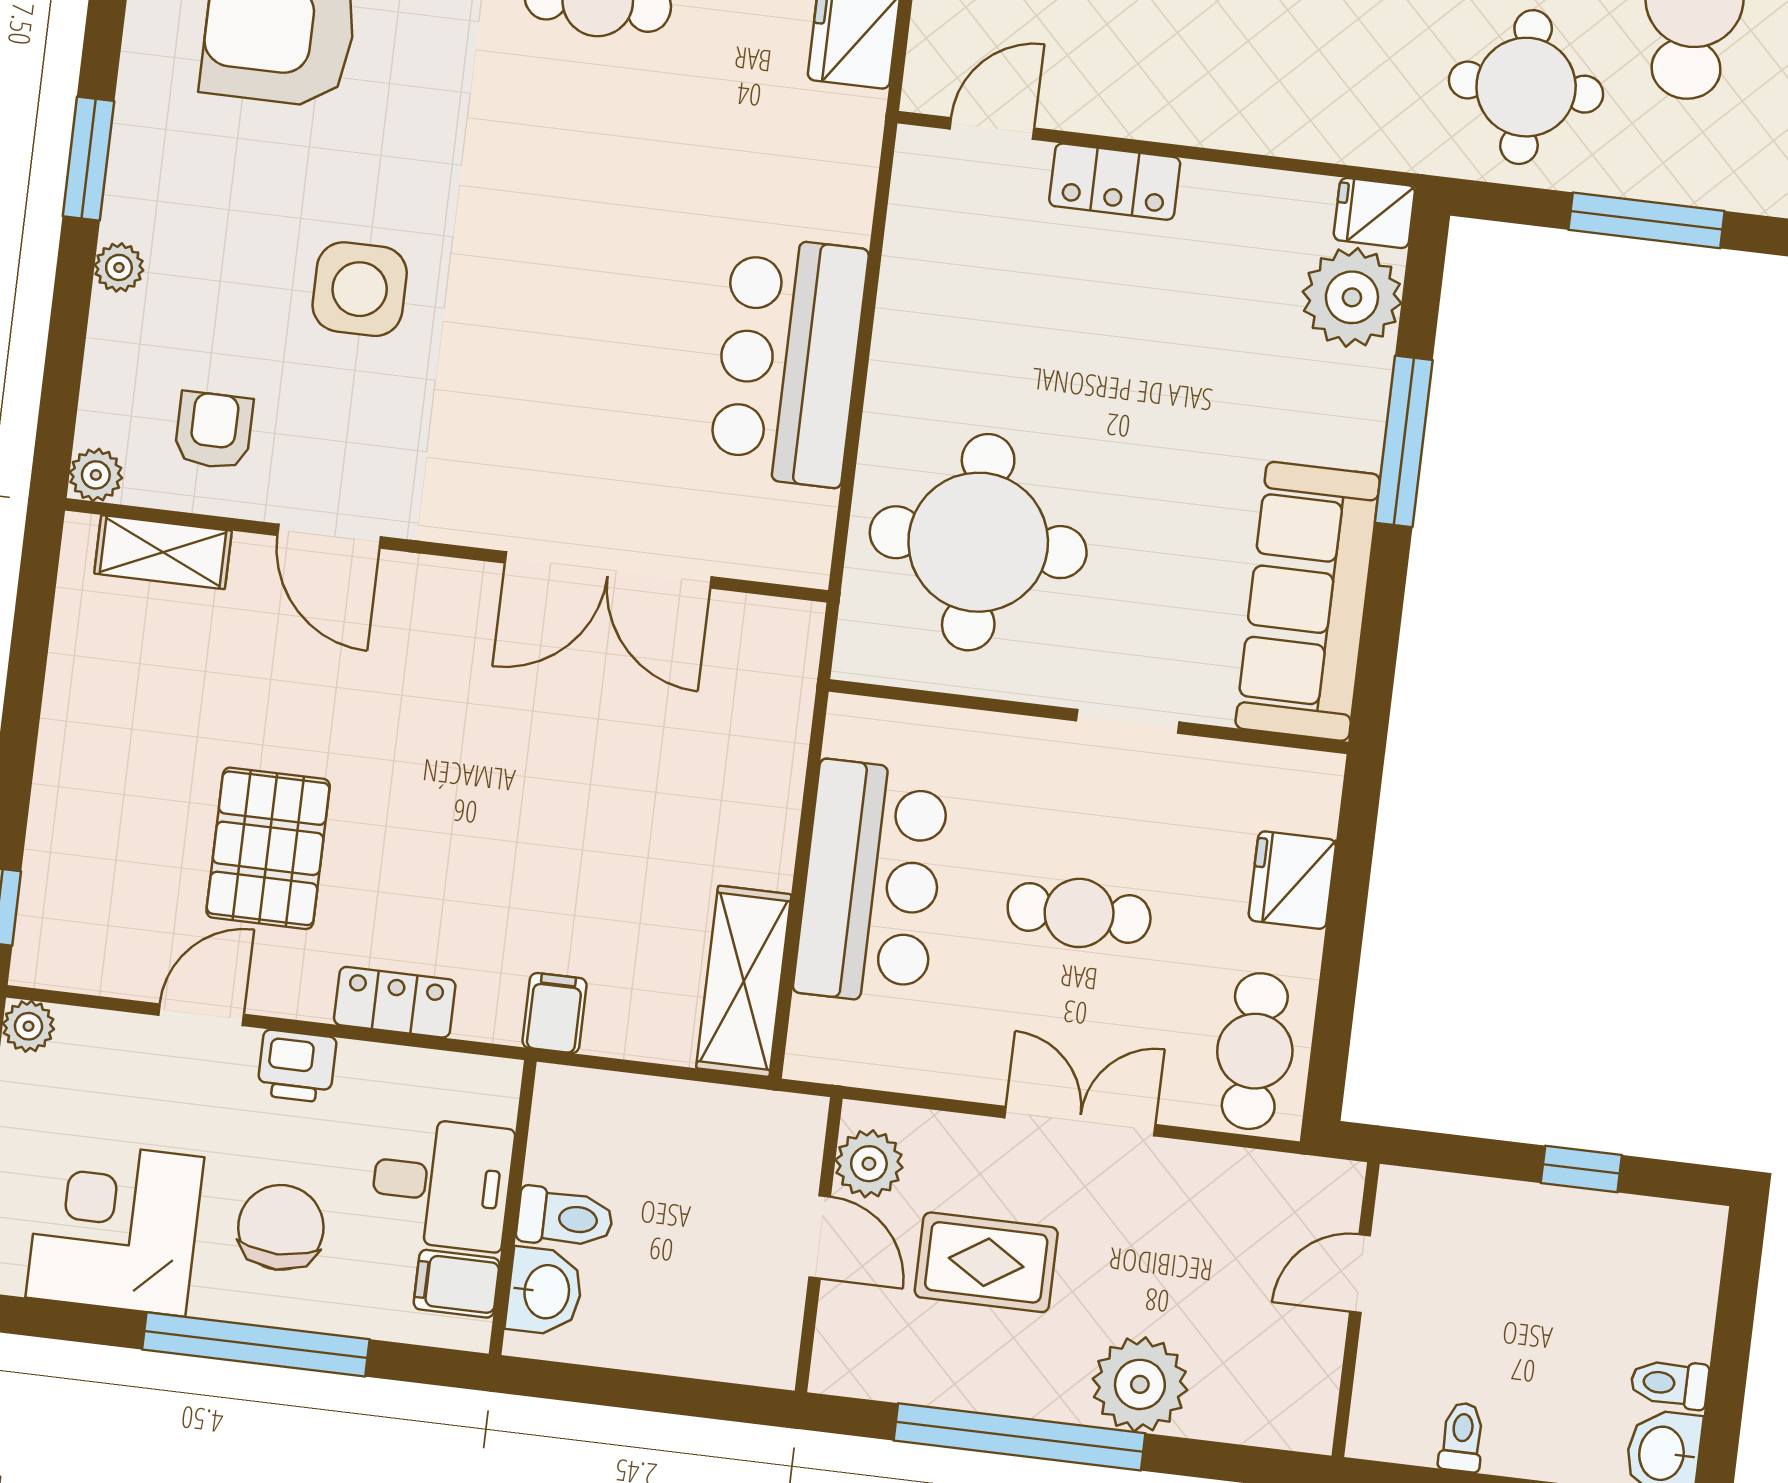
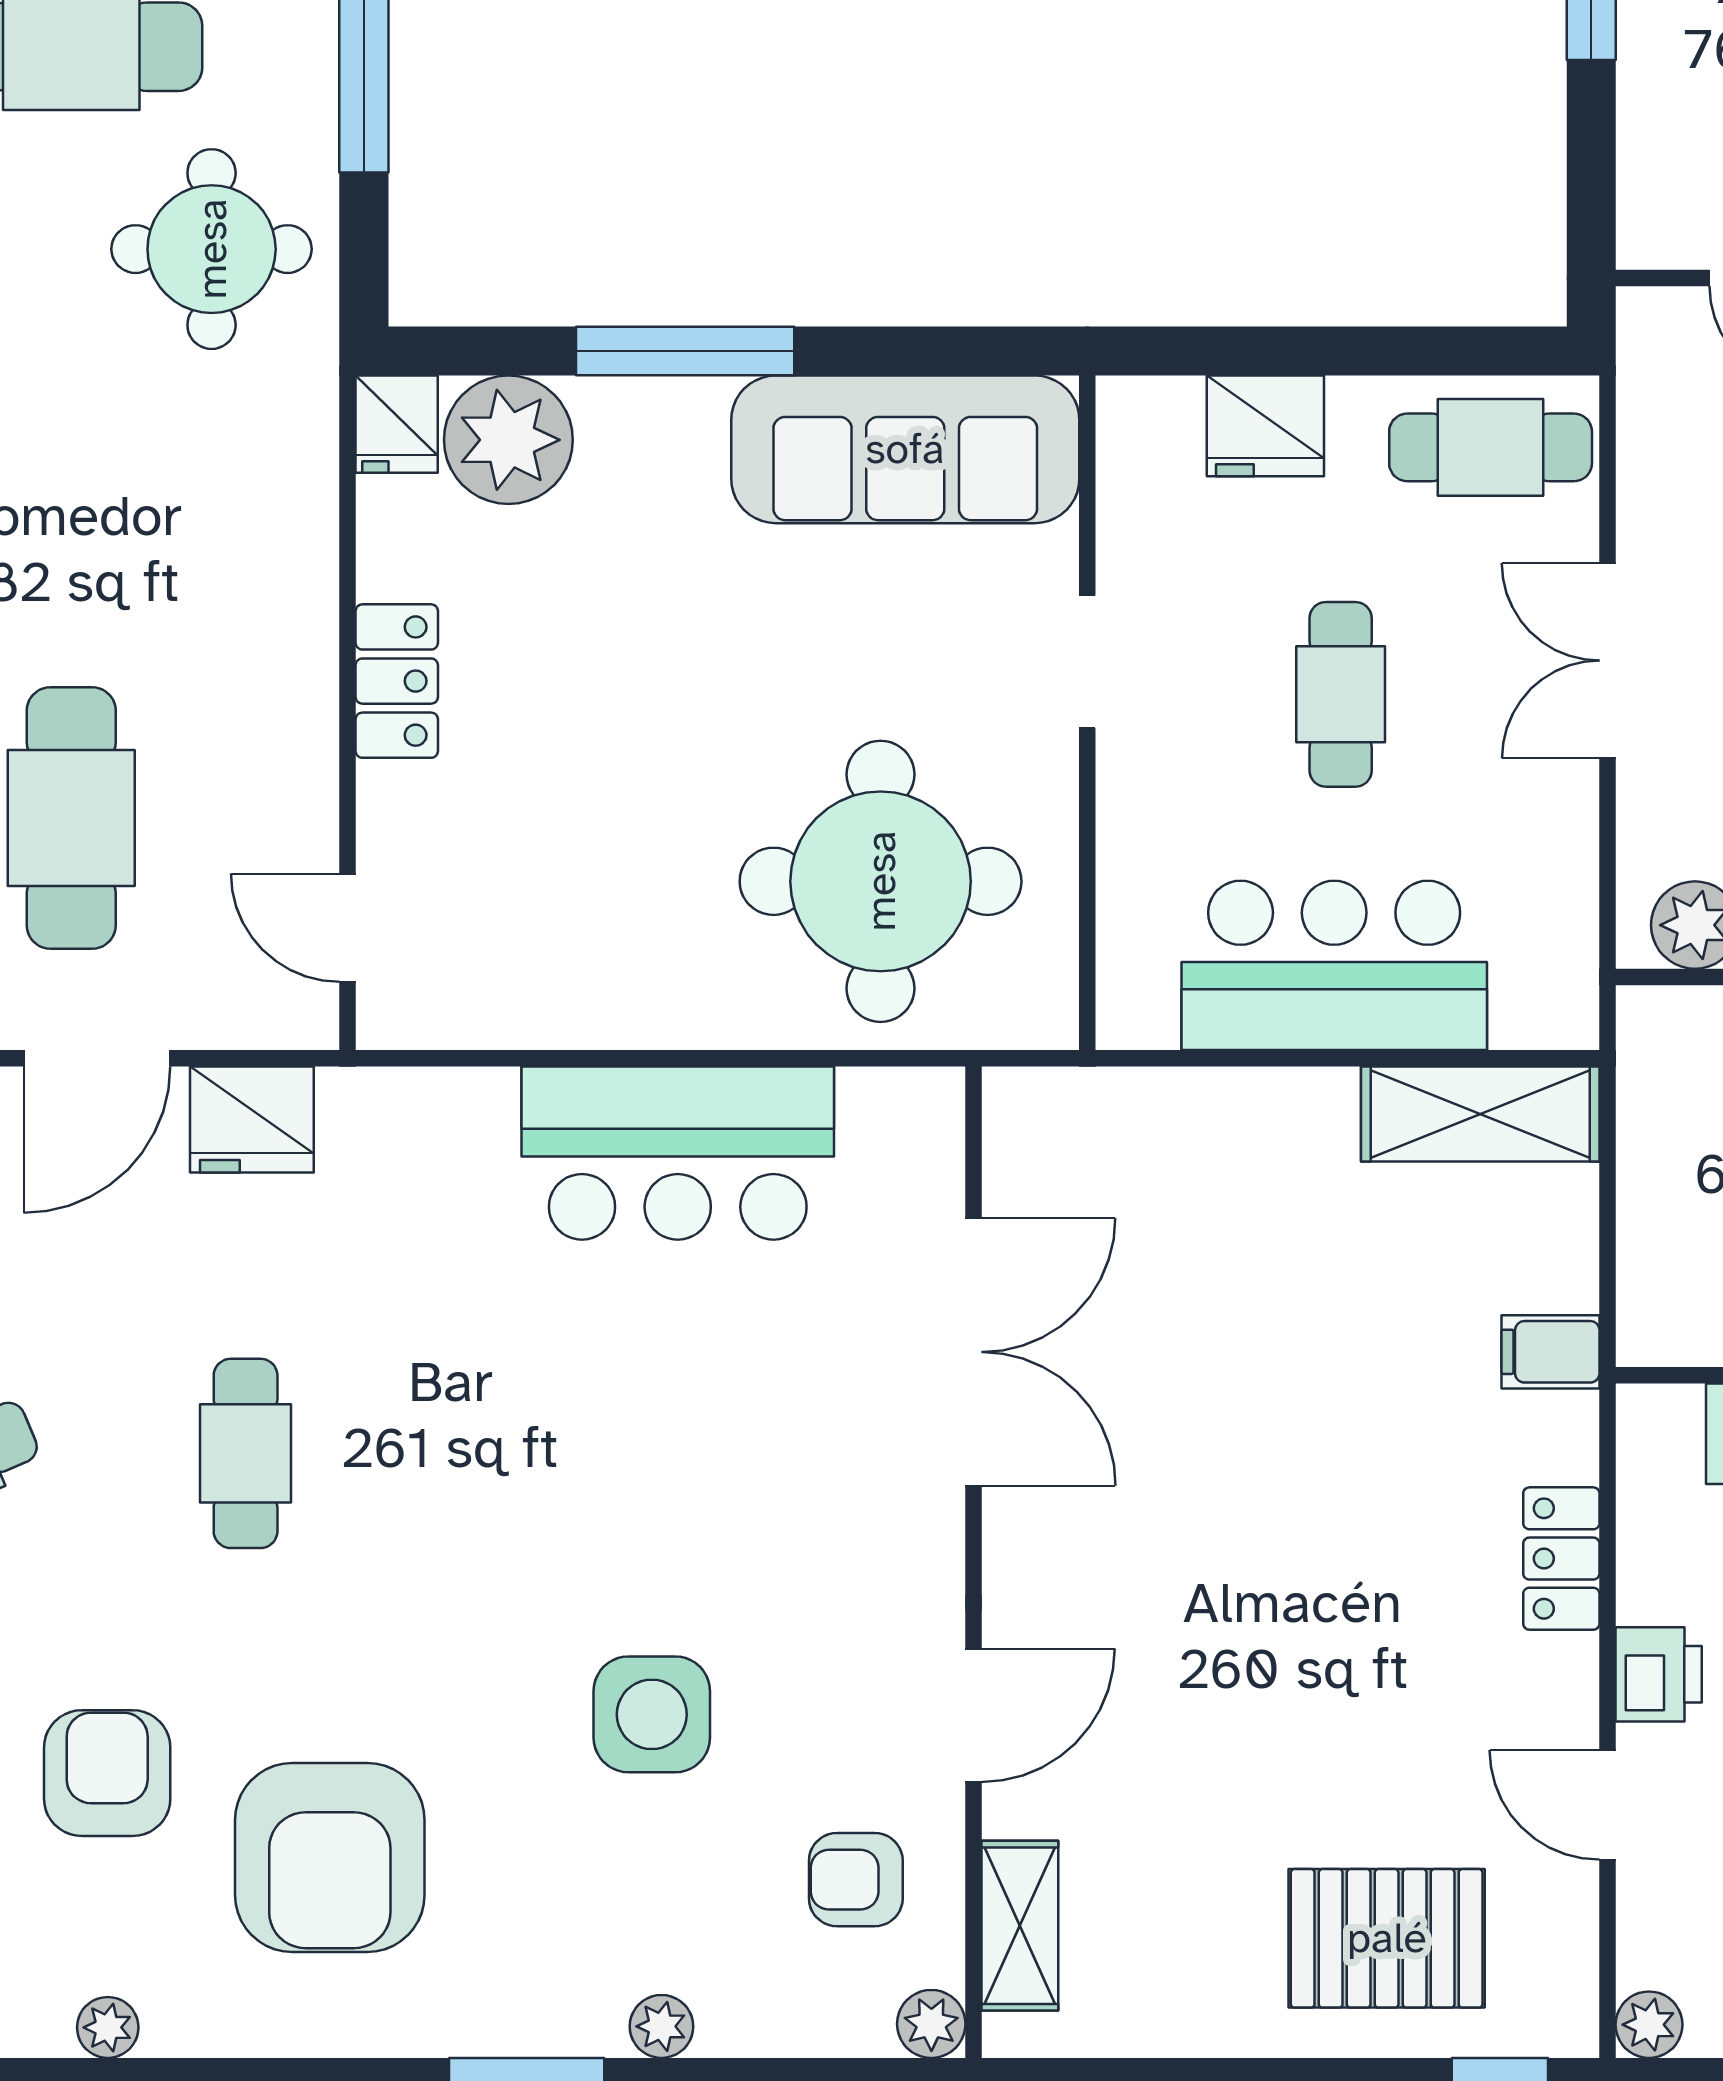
locker: (1115, 182) -> (397, 681), moved
pallet: (268, 848) -> (1387, 1938), moved

